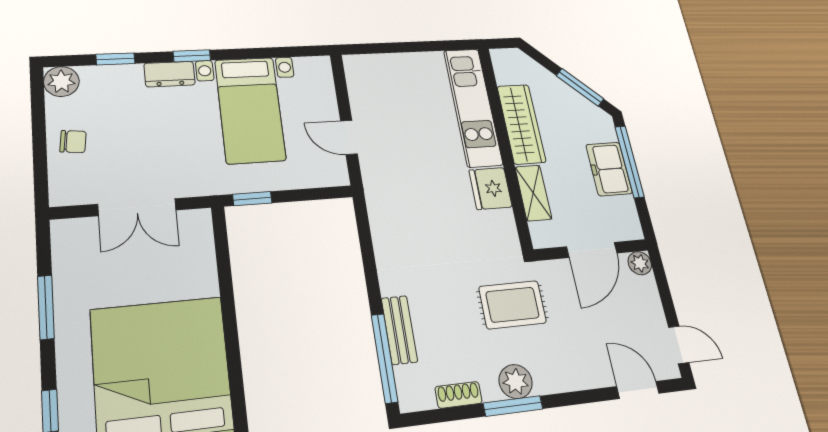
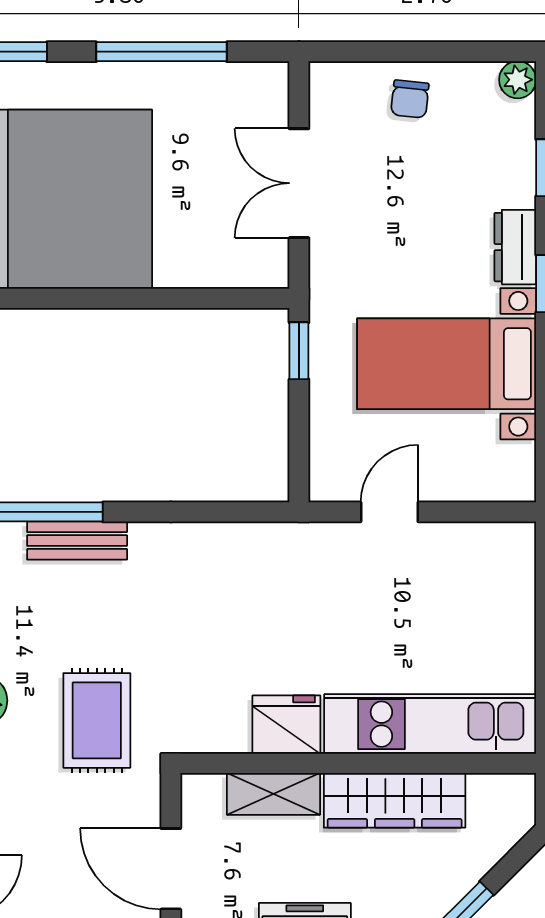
plant: (61, 81) -> (518, 80), width x0.73, depth x0.73
window: (46, 307) -> (161, 52), width x1.44

